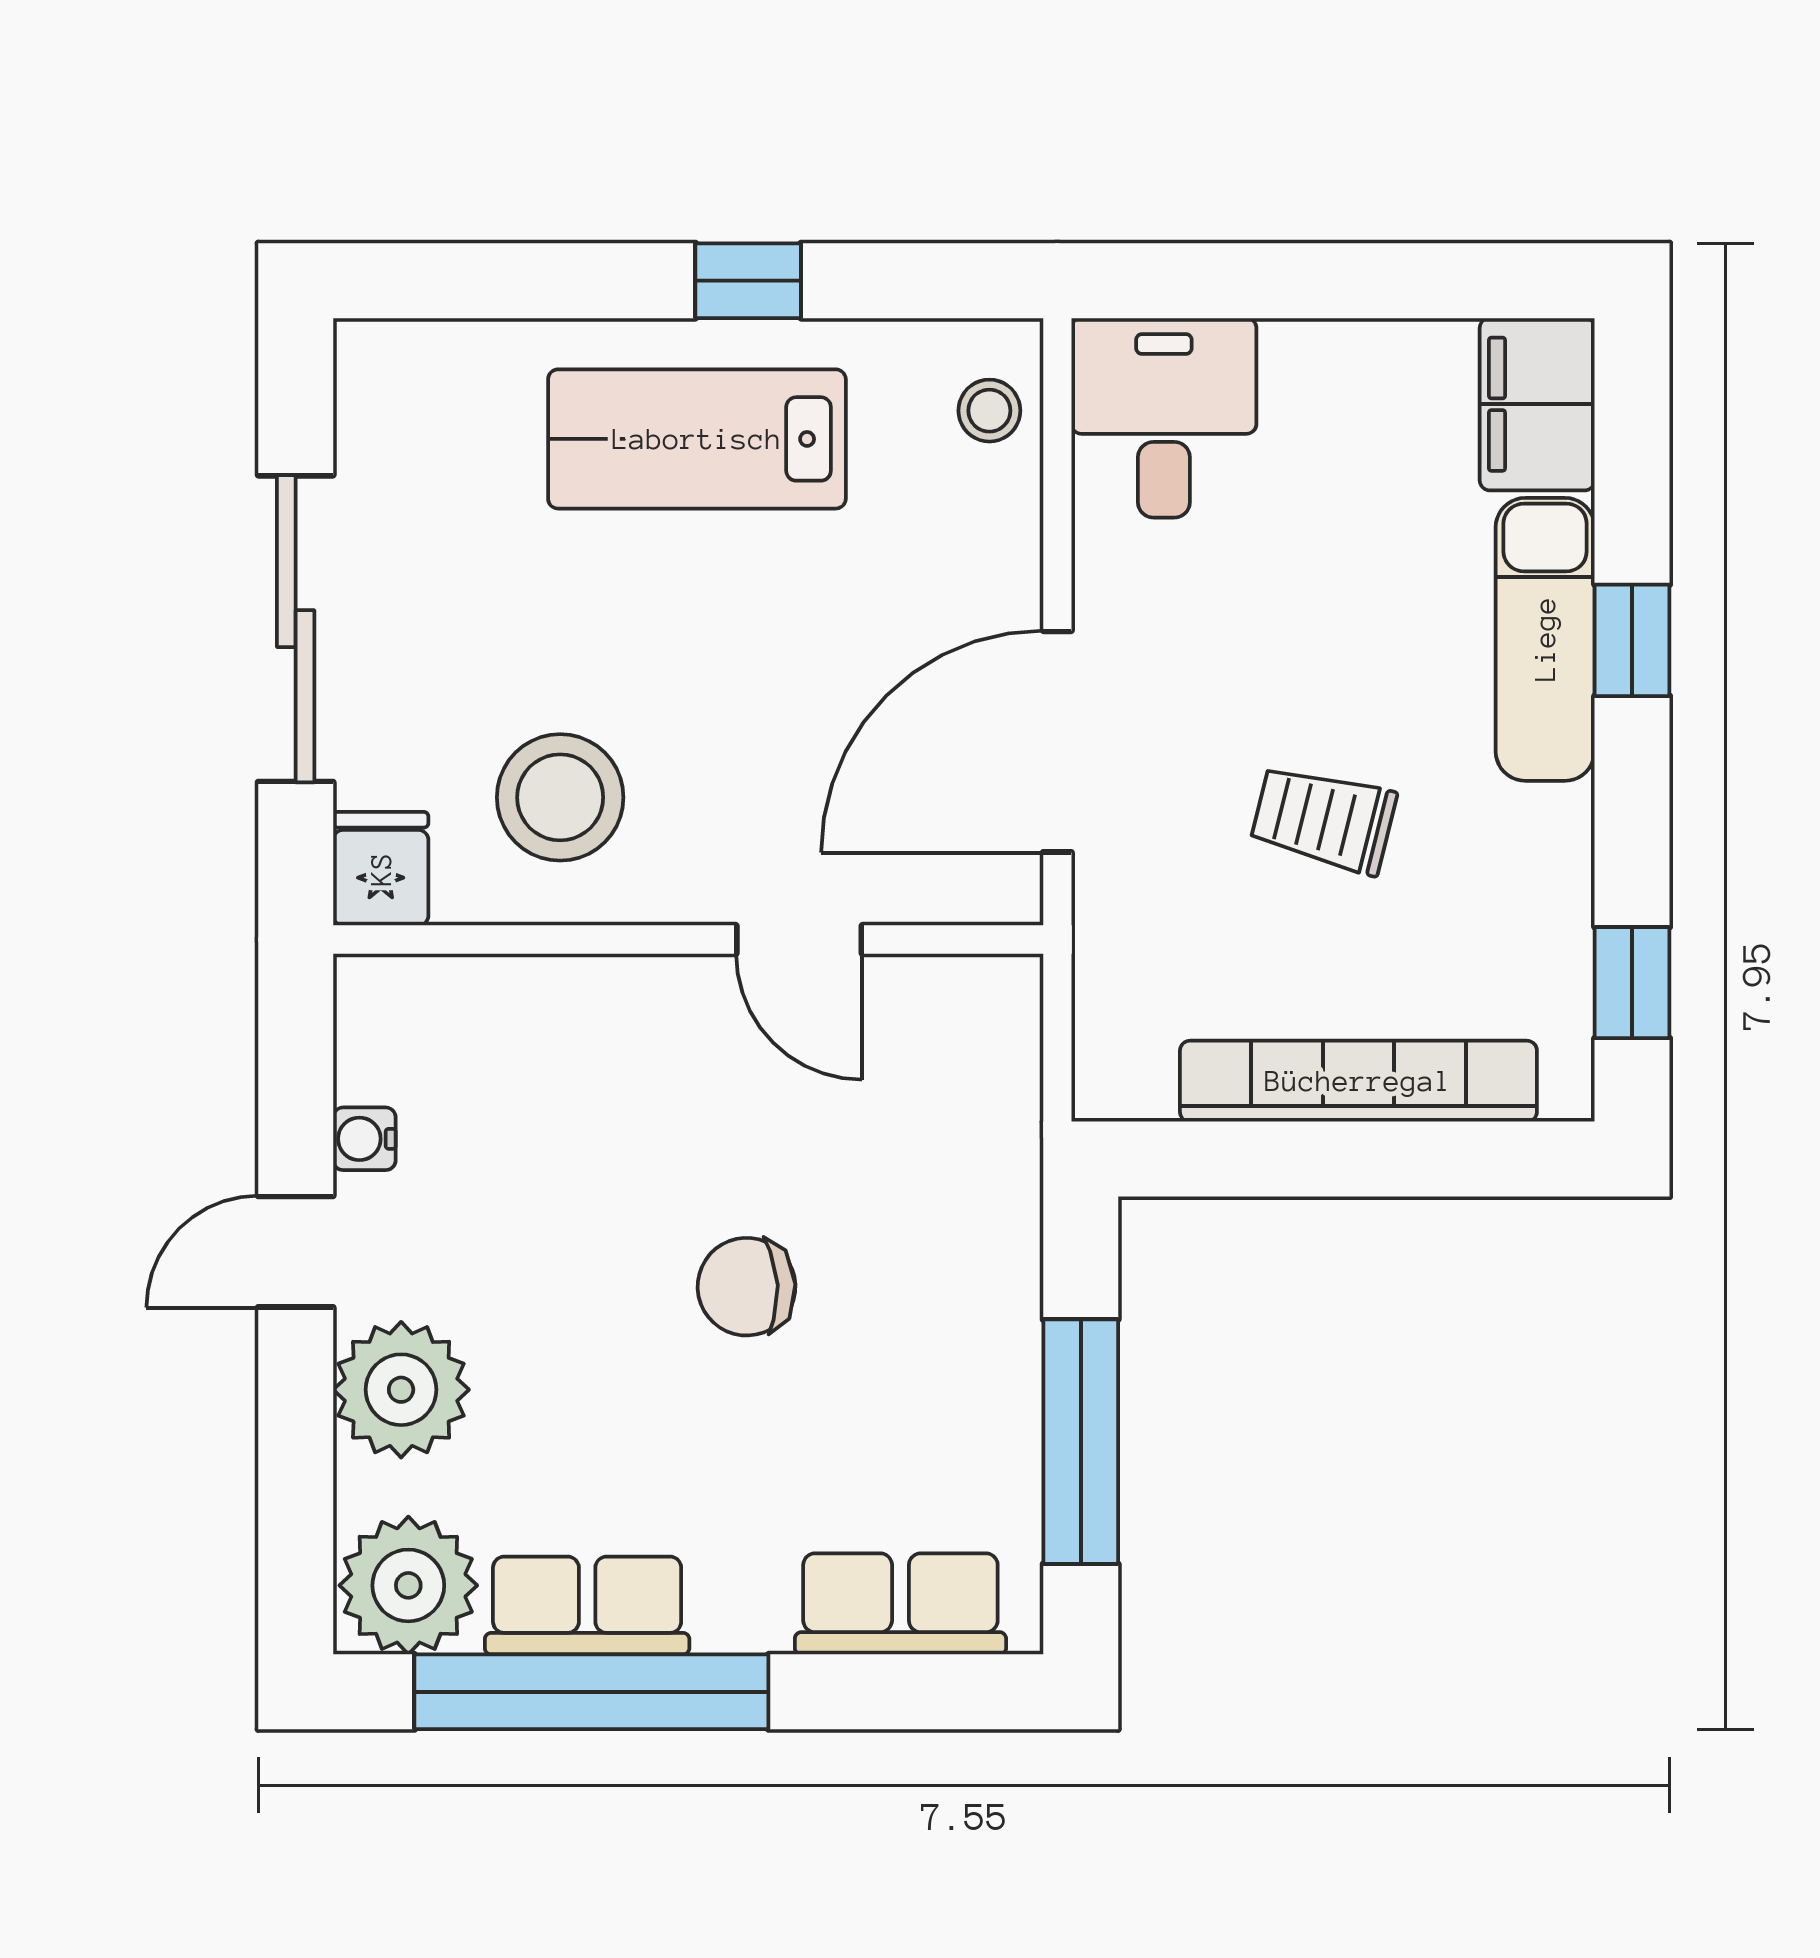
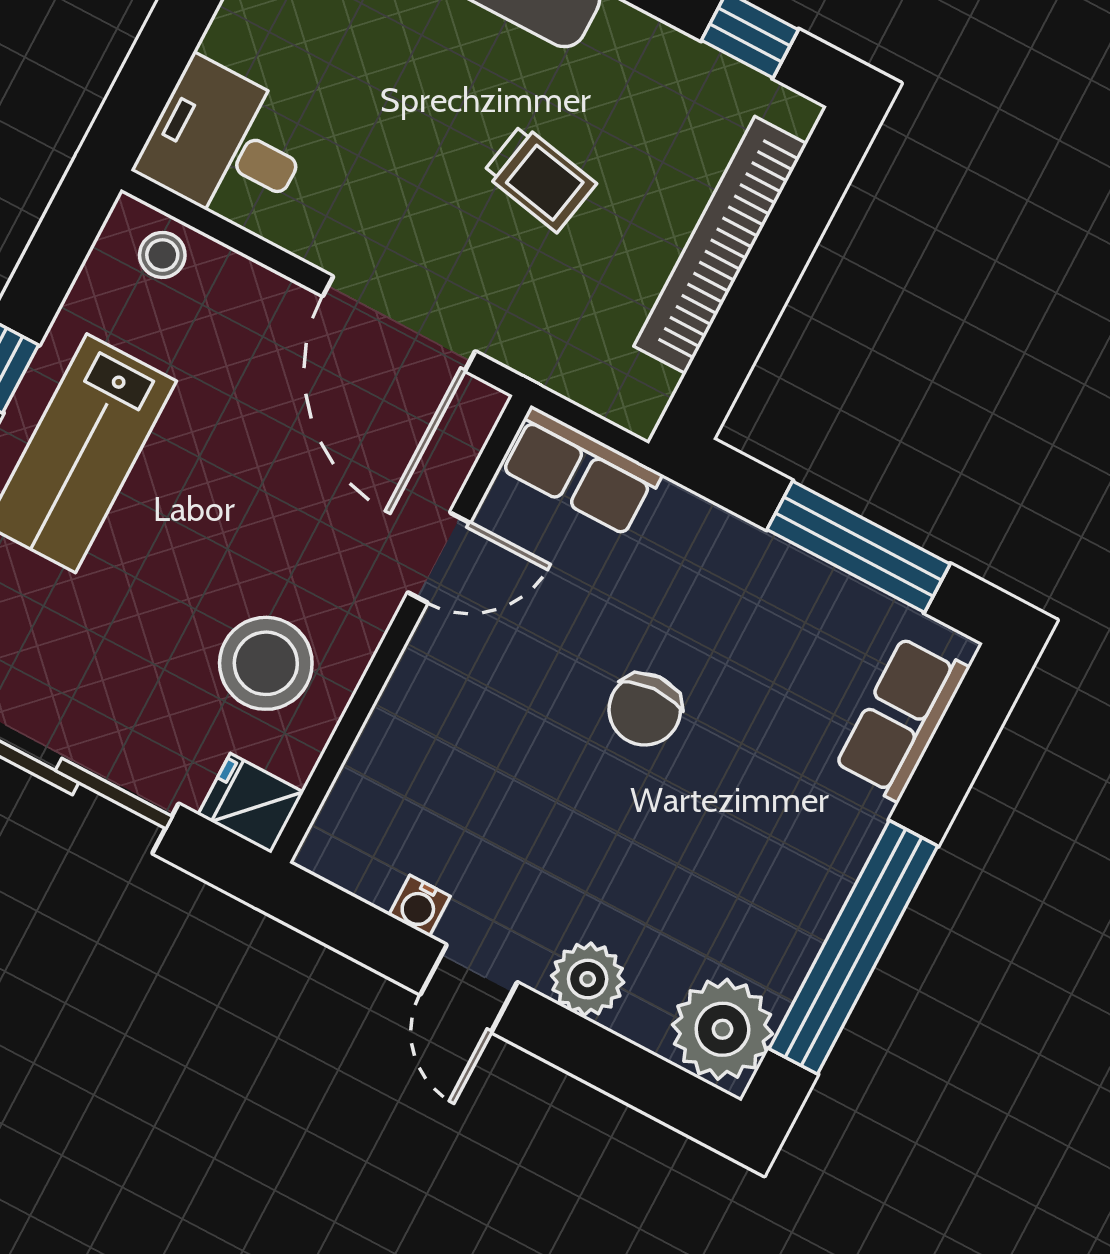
trolley: (1324, 819) -> (539, 178), turned -93
plant: (401, 1390) -> (588, 979), width x0.73, depth x0.73
row of seats: (587, 1605) -> (580, 471), moved, turned -90

